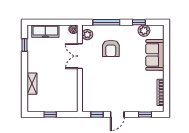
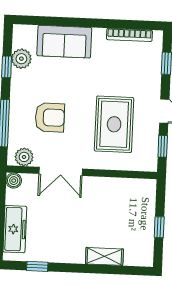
rug: (108, 86) -> (114, 124), added

